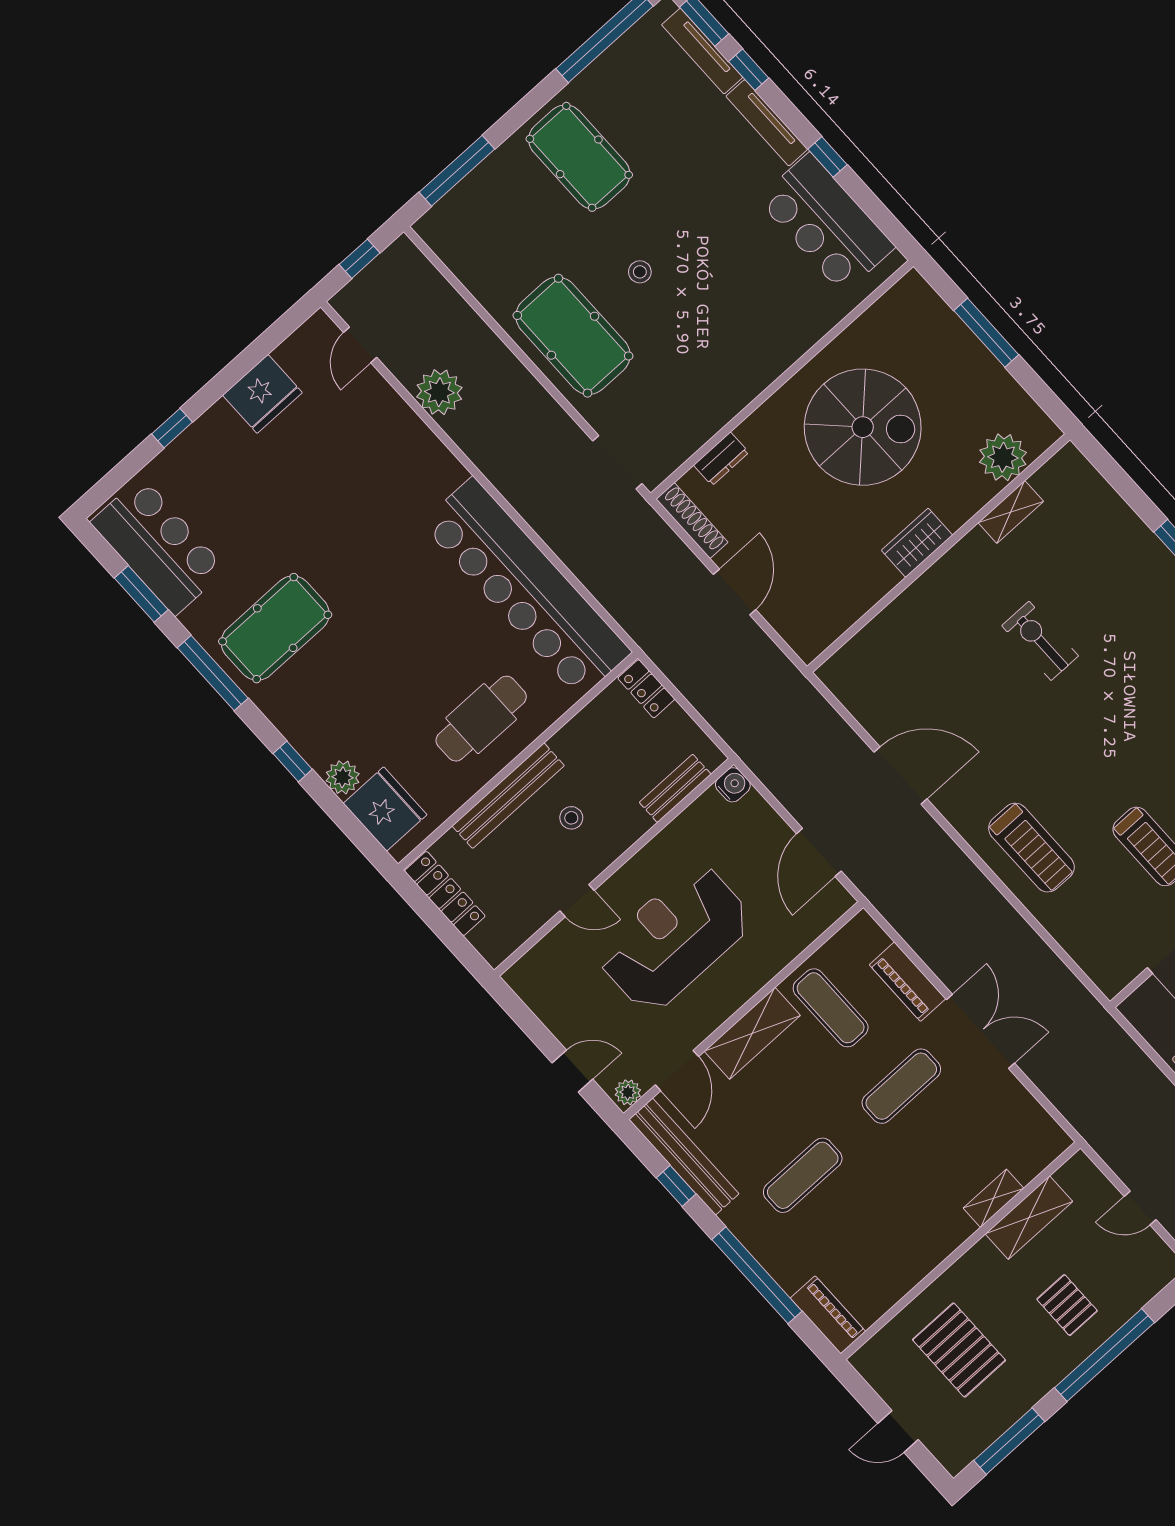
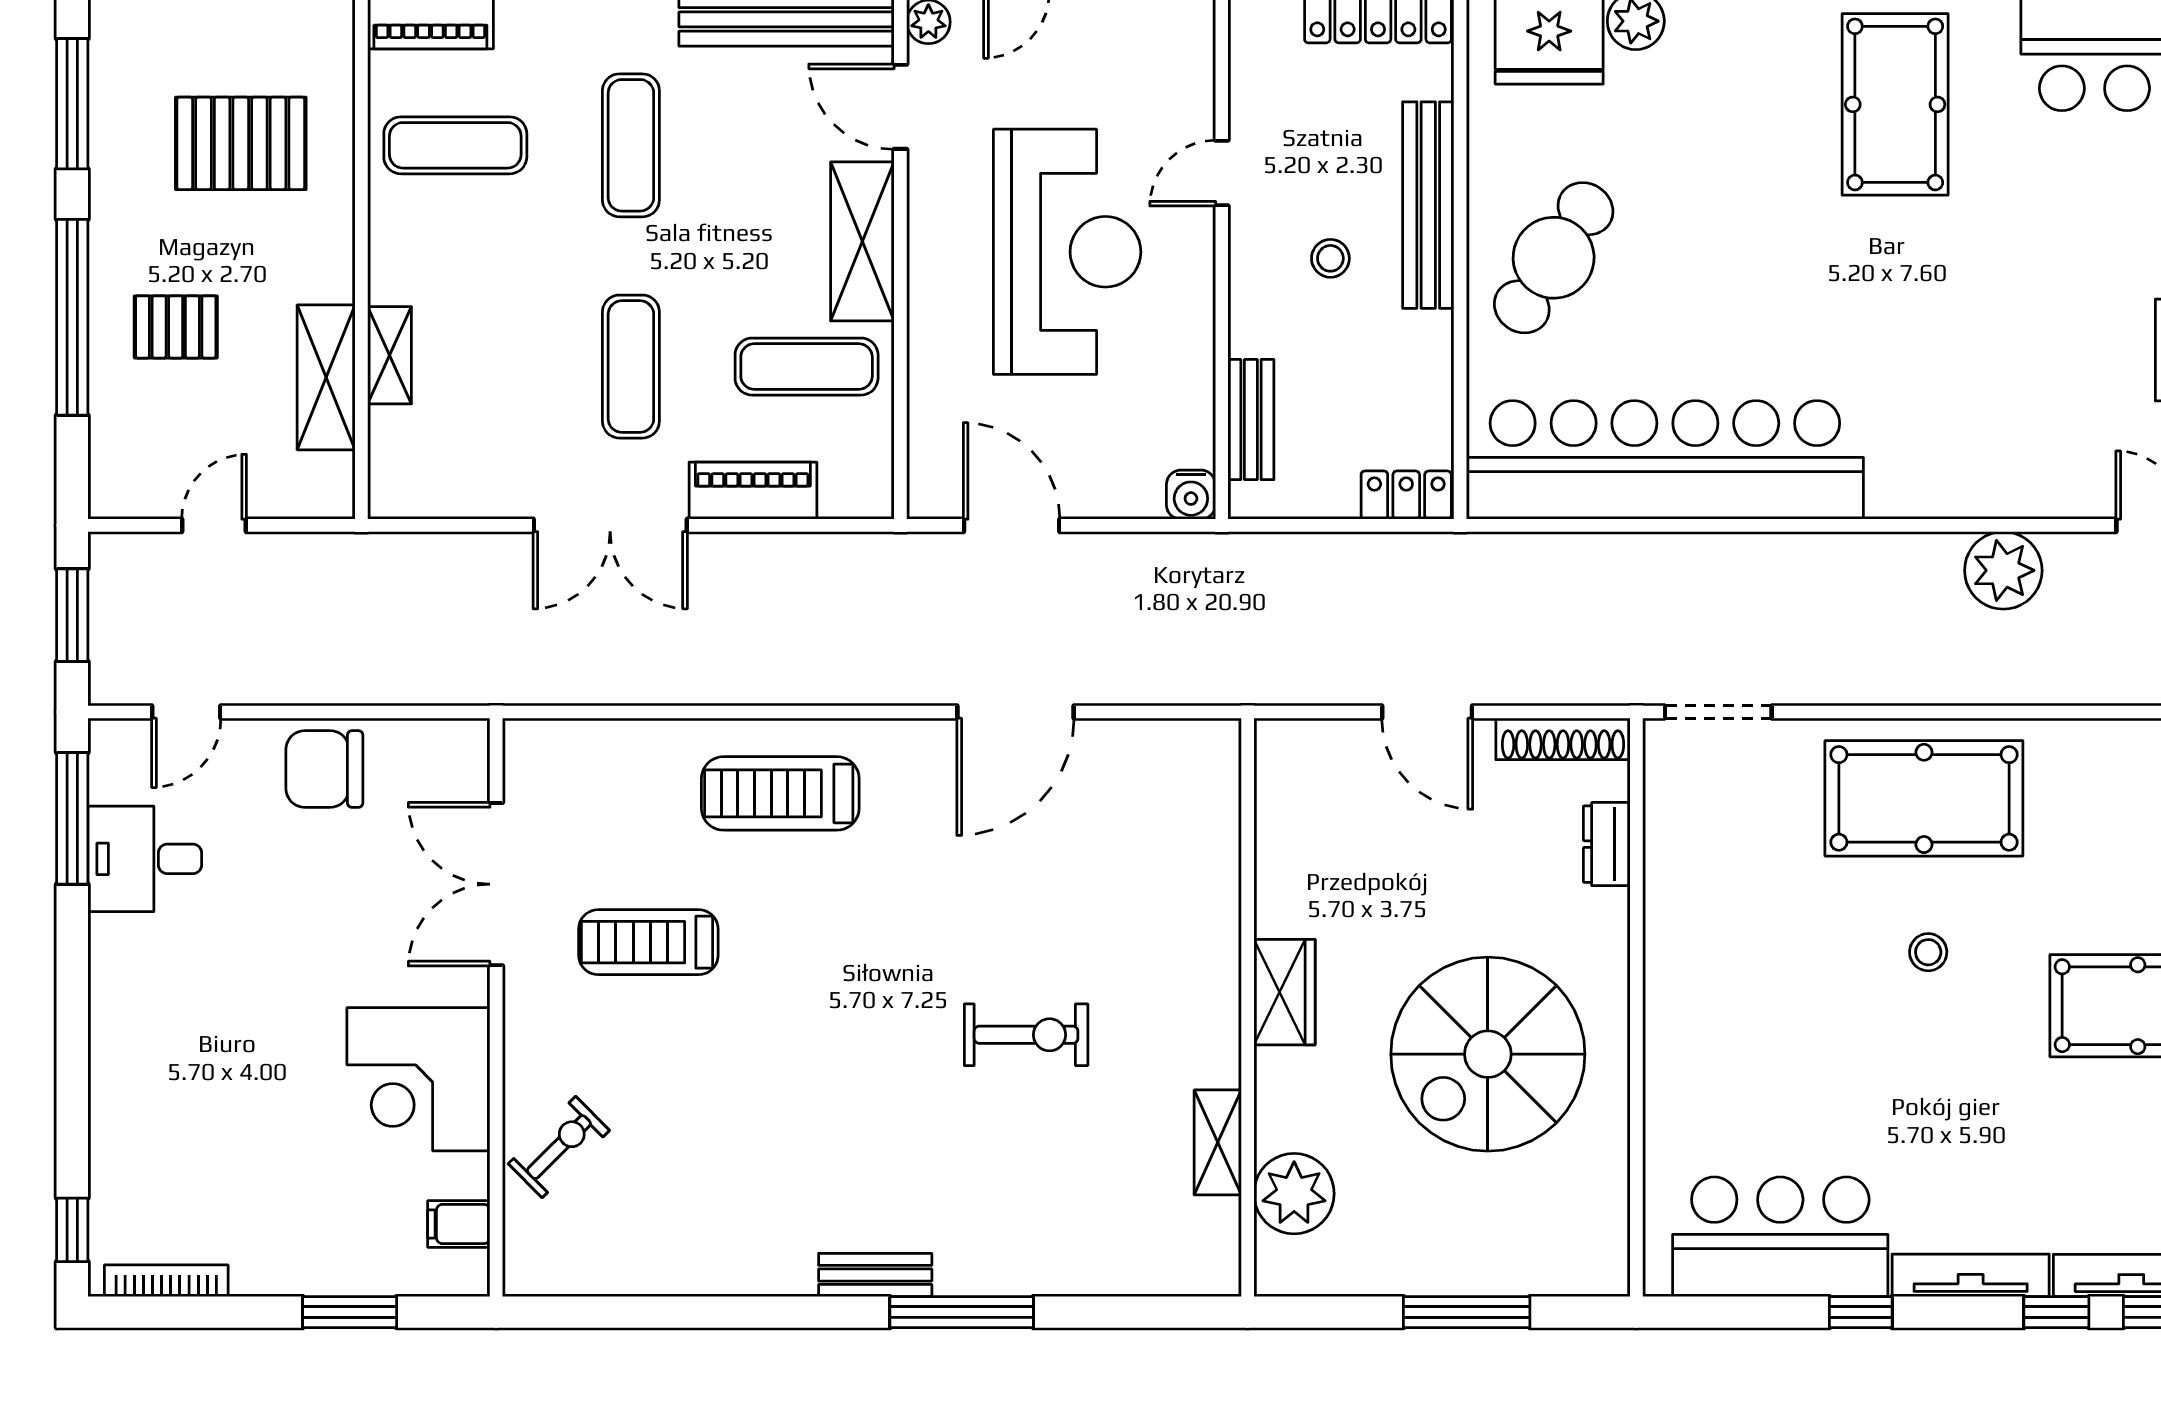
cafe table: (481, 719) -> (1554, 258), turned 33
exercise mat: (873, 1254) -> (455, 145), added

